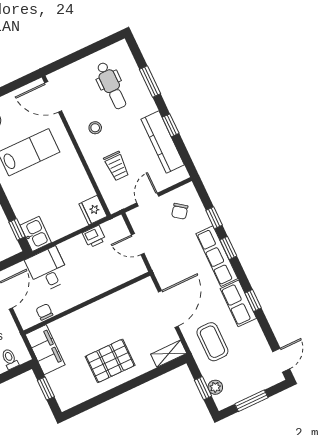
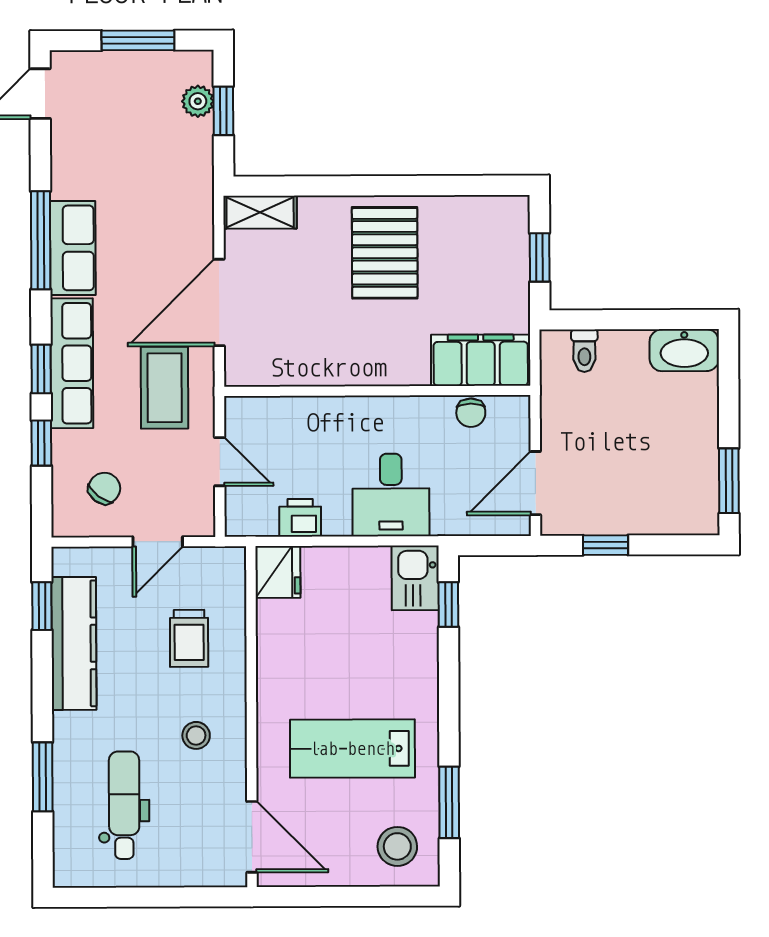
window: (171, 125) -> (42, 606), moved
trolley: (117, 166) -> (189, 638), turned 180
desk: (48, 270) -> (391, 495), moved
window: (253, 300) -> (41, 240), width x2.17
coffee table: (212, 342) -> (165, 388), moved
filing cabinet: (45, 350) -> (481, 360), moved, turned 90
pallet: (110, 361) -> (385, 253), turned 90

